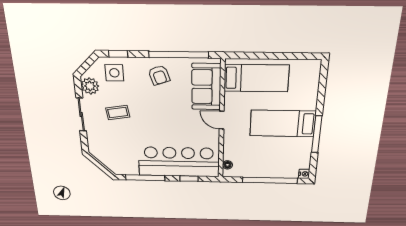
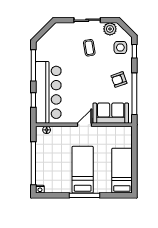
bed: (256, 78) -> (122, 171), moved, turned 180
window: (317, 134) -> (85, 195), moved

